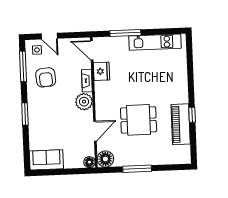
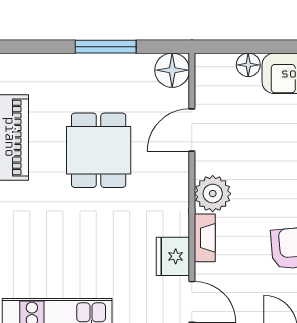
dining table: (139, 120) -> (99, 150), turned 90
floor lamp: (89, 162) -> (248, 65), moved

